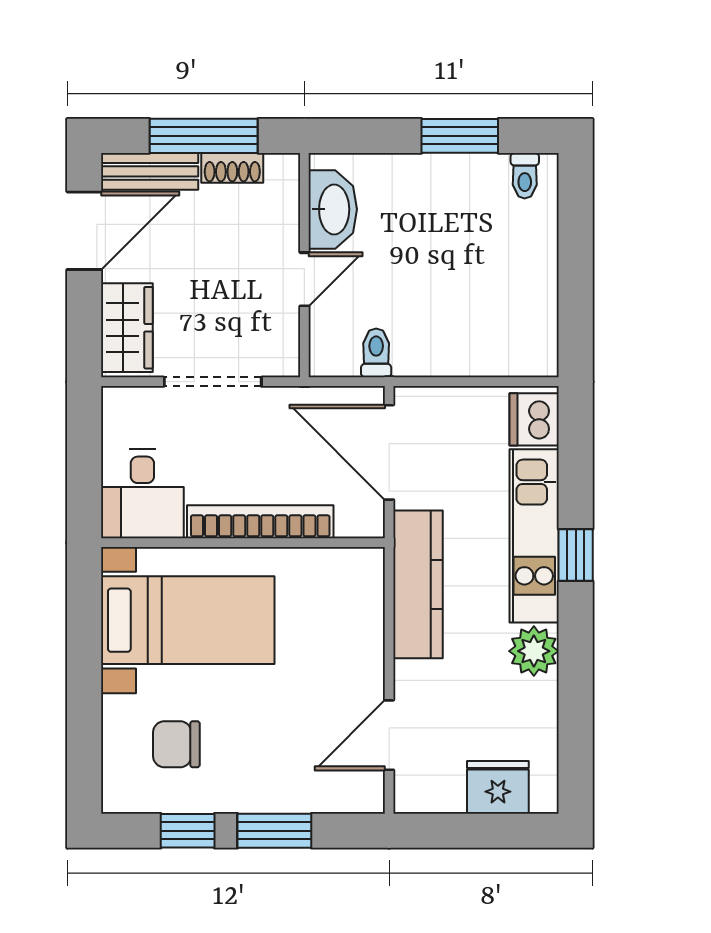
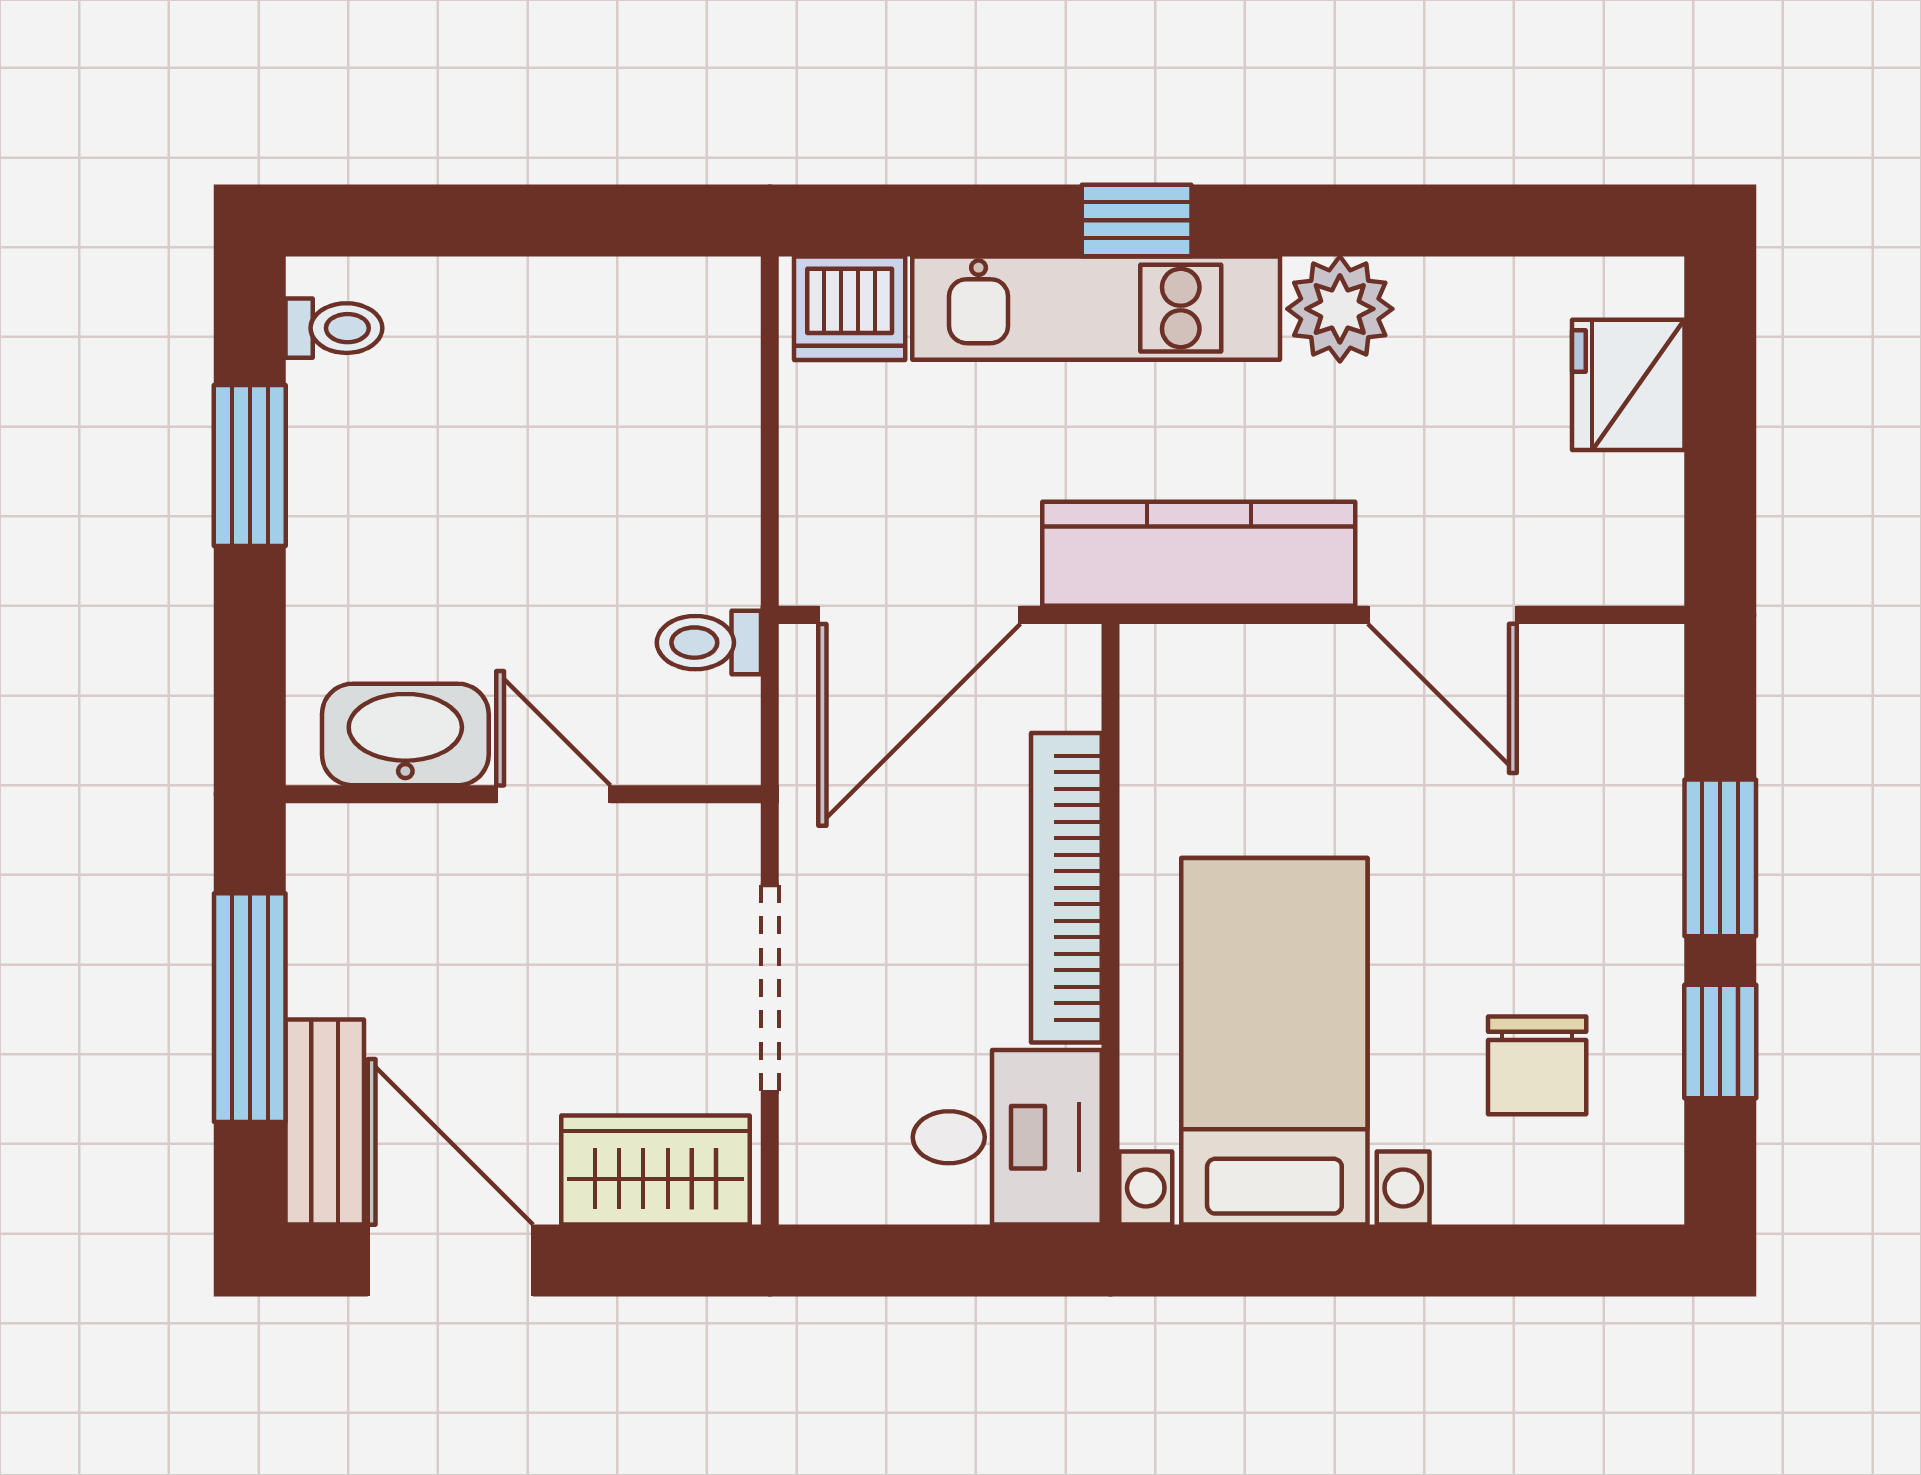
shoe rack: (232, 168) -> (317, 947), removed
door: (389, 735) -> (1442, 615), moved

